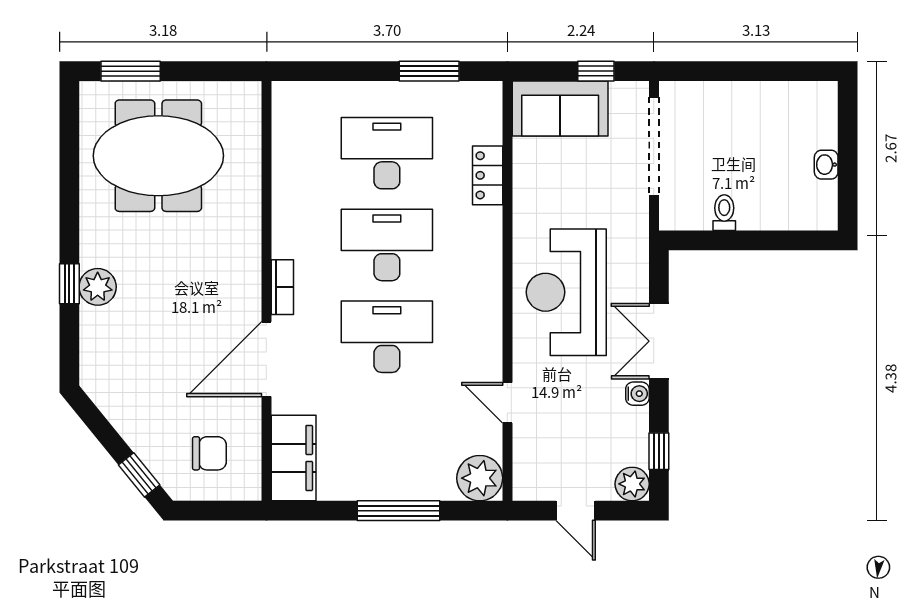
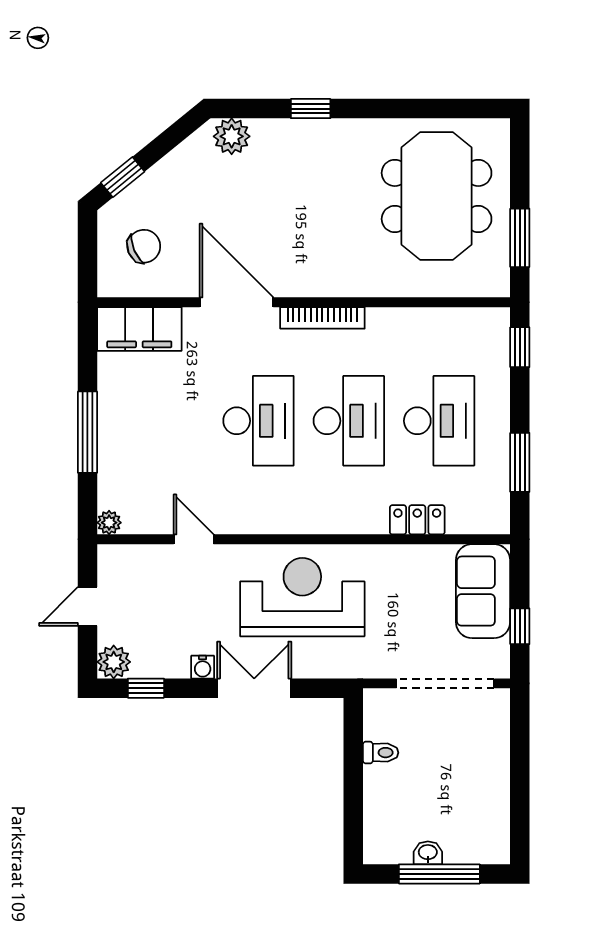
window: (131, 71) -> (520, 238), moved
window: (312, 71) -> (520, 347), added
window: (848, 153) -> (439, 874), added
plant: (98, 287) -> (232, 136), moved
bookcase: (282, 287) -> (322, 318), width x1.56
door: (507, 403) -> (194, 539), hinge flipped
chair: (209, 453) -> (144, 246), turned -113
plant: (480, 478) -> (109, 523), width x0.53, depth x0.53

